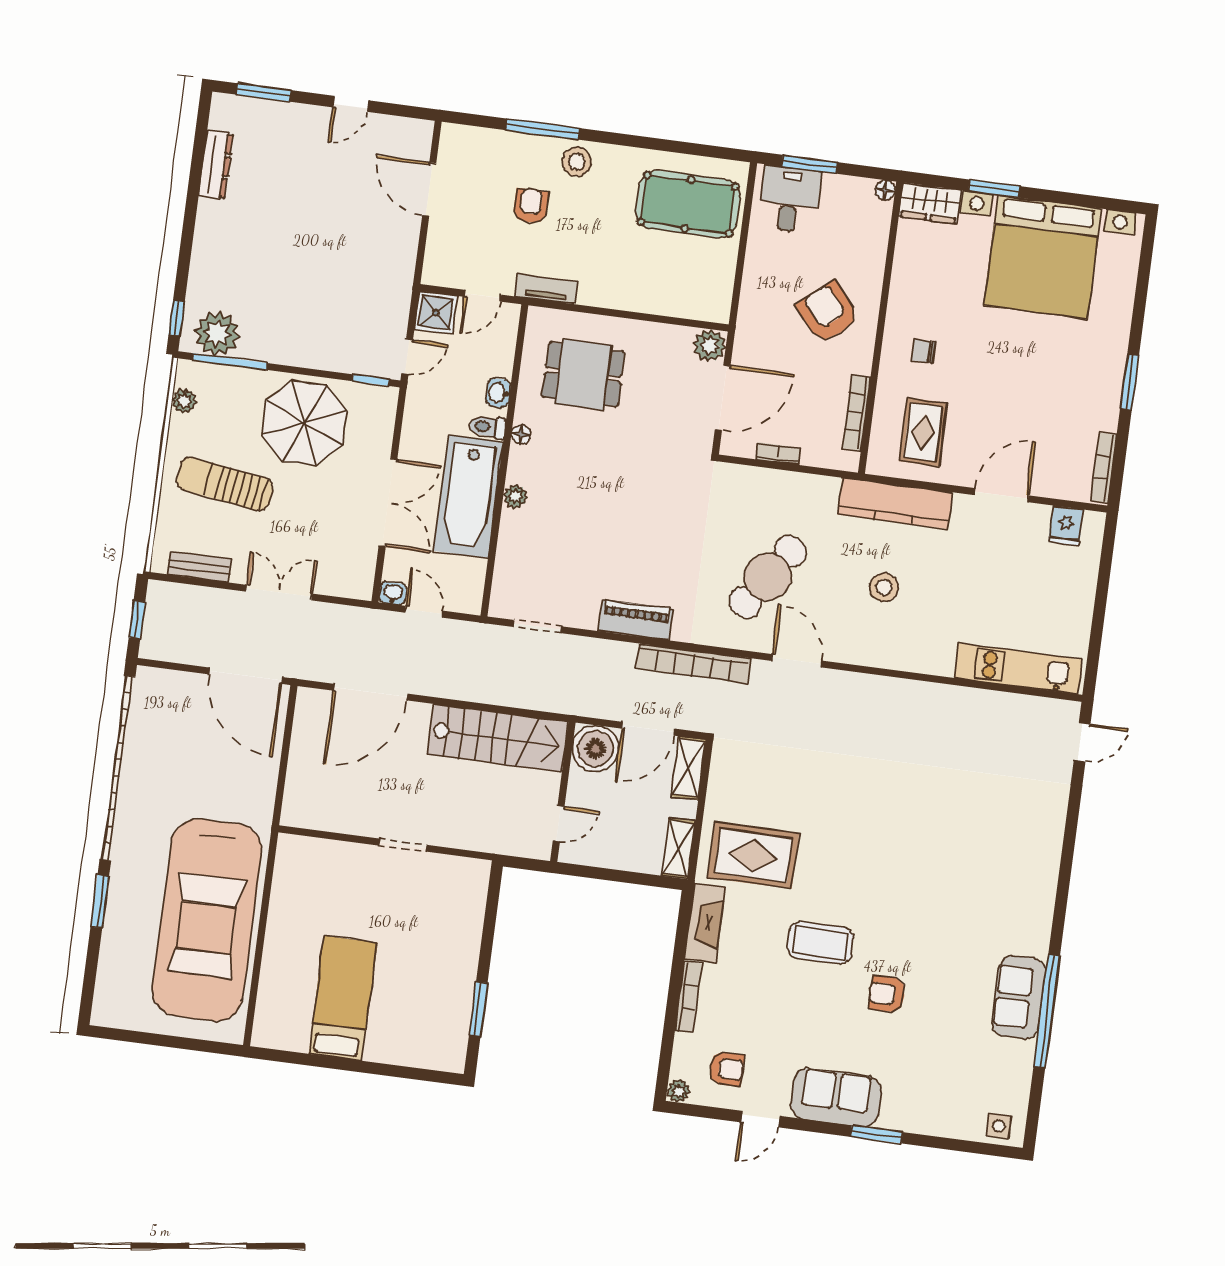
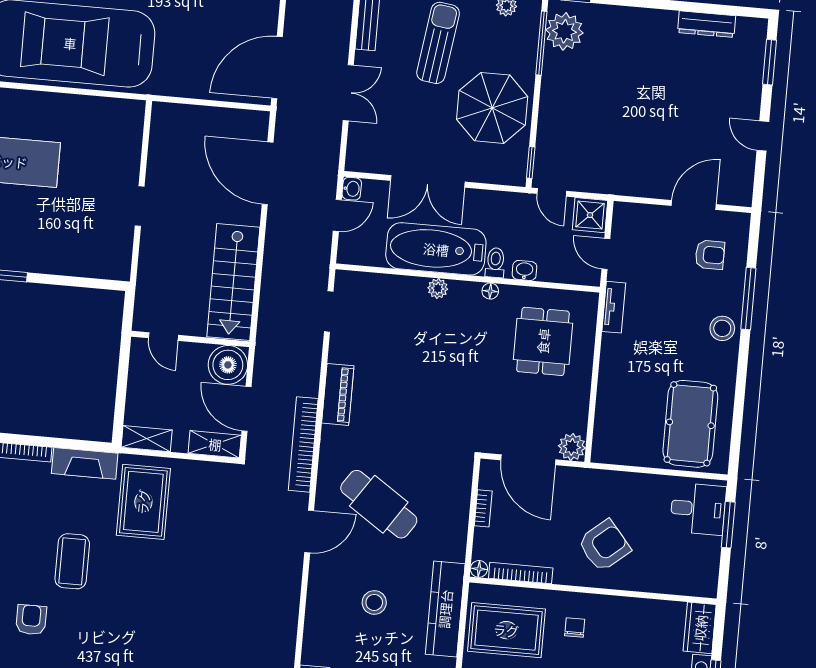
floor lamp: (885, 190) -> (479, 569), moved
armchair: (531, 206) -> (710, 255), moved
rug: (923, 432) -> (506, 630), width x1.36, depth x1.43

